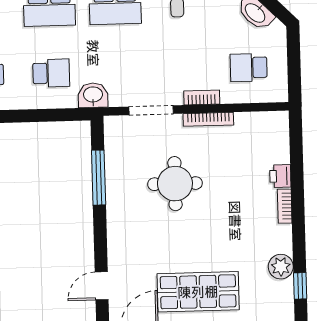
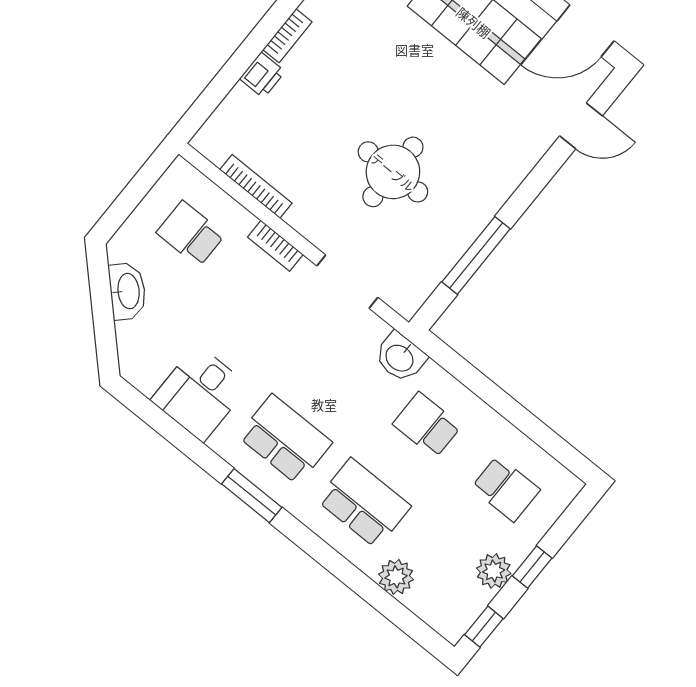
school desk: (249, 68) -> (191, 234), turned 180
bookcase: (208, 119) -> (256, 186), moved

